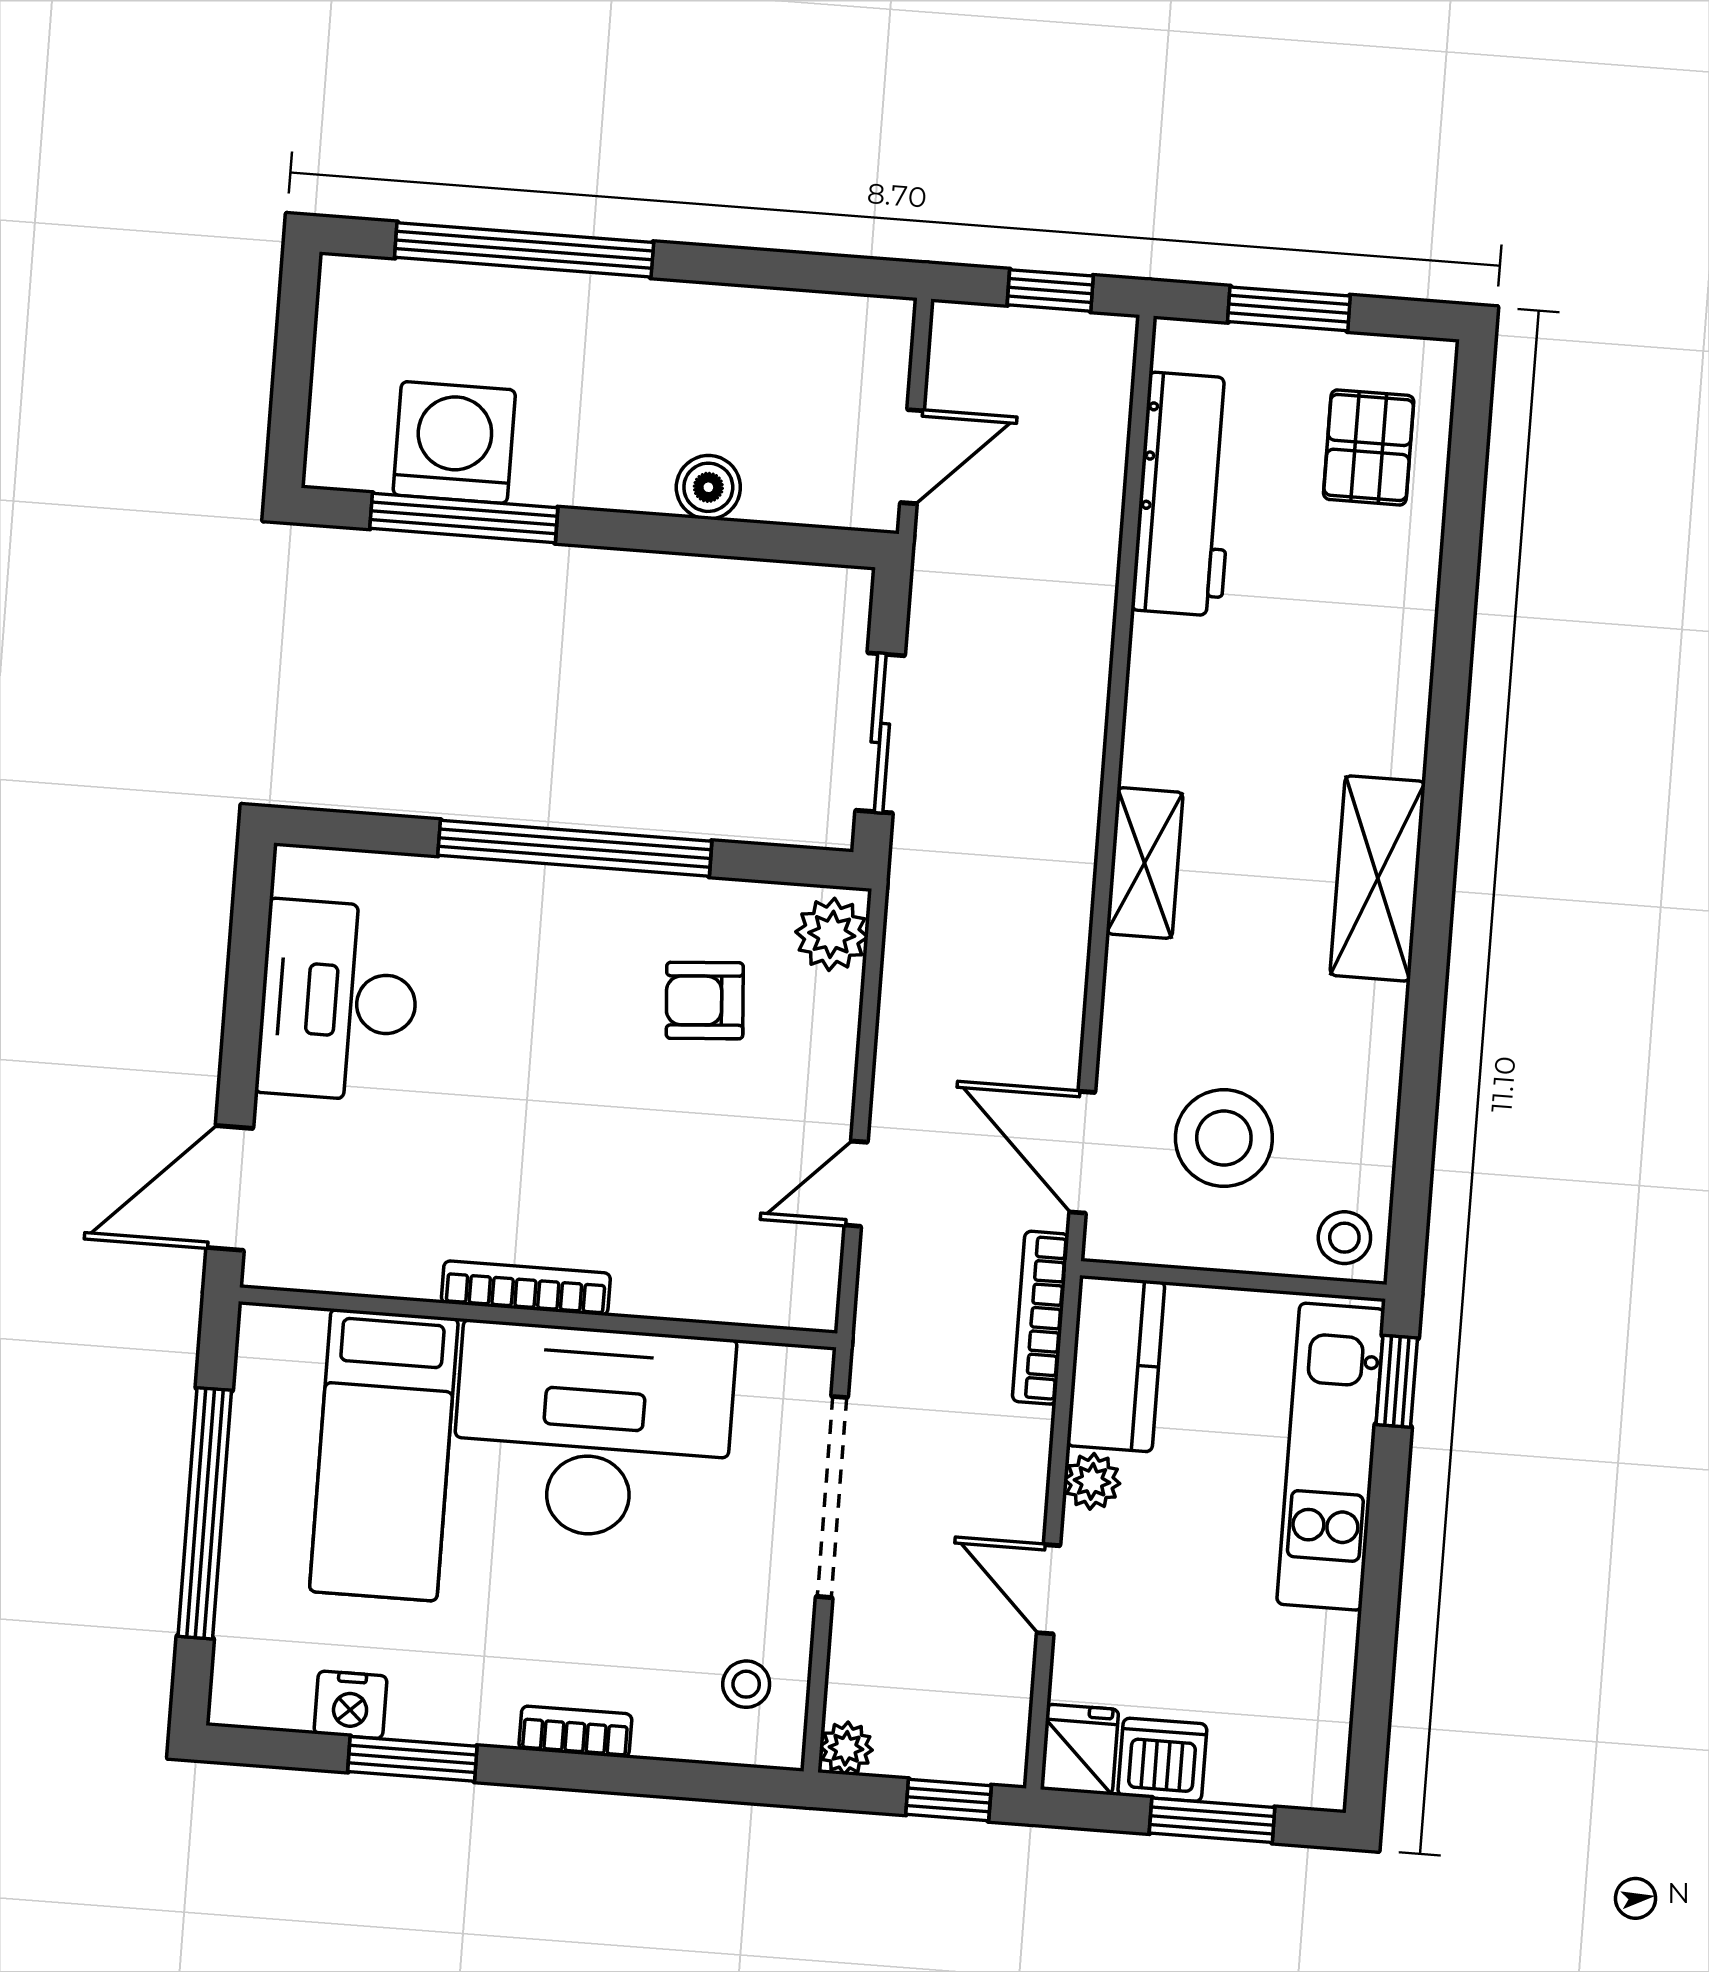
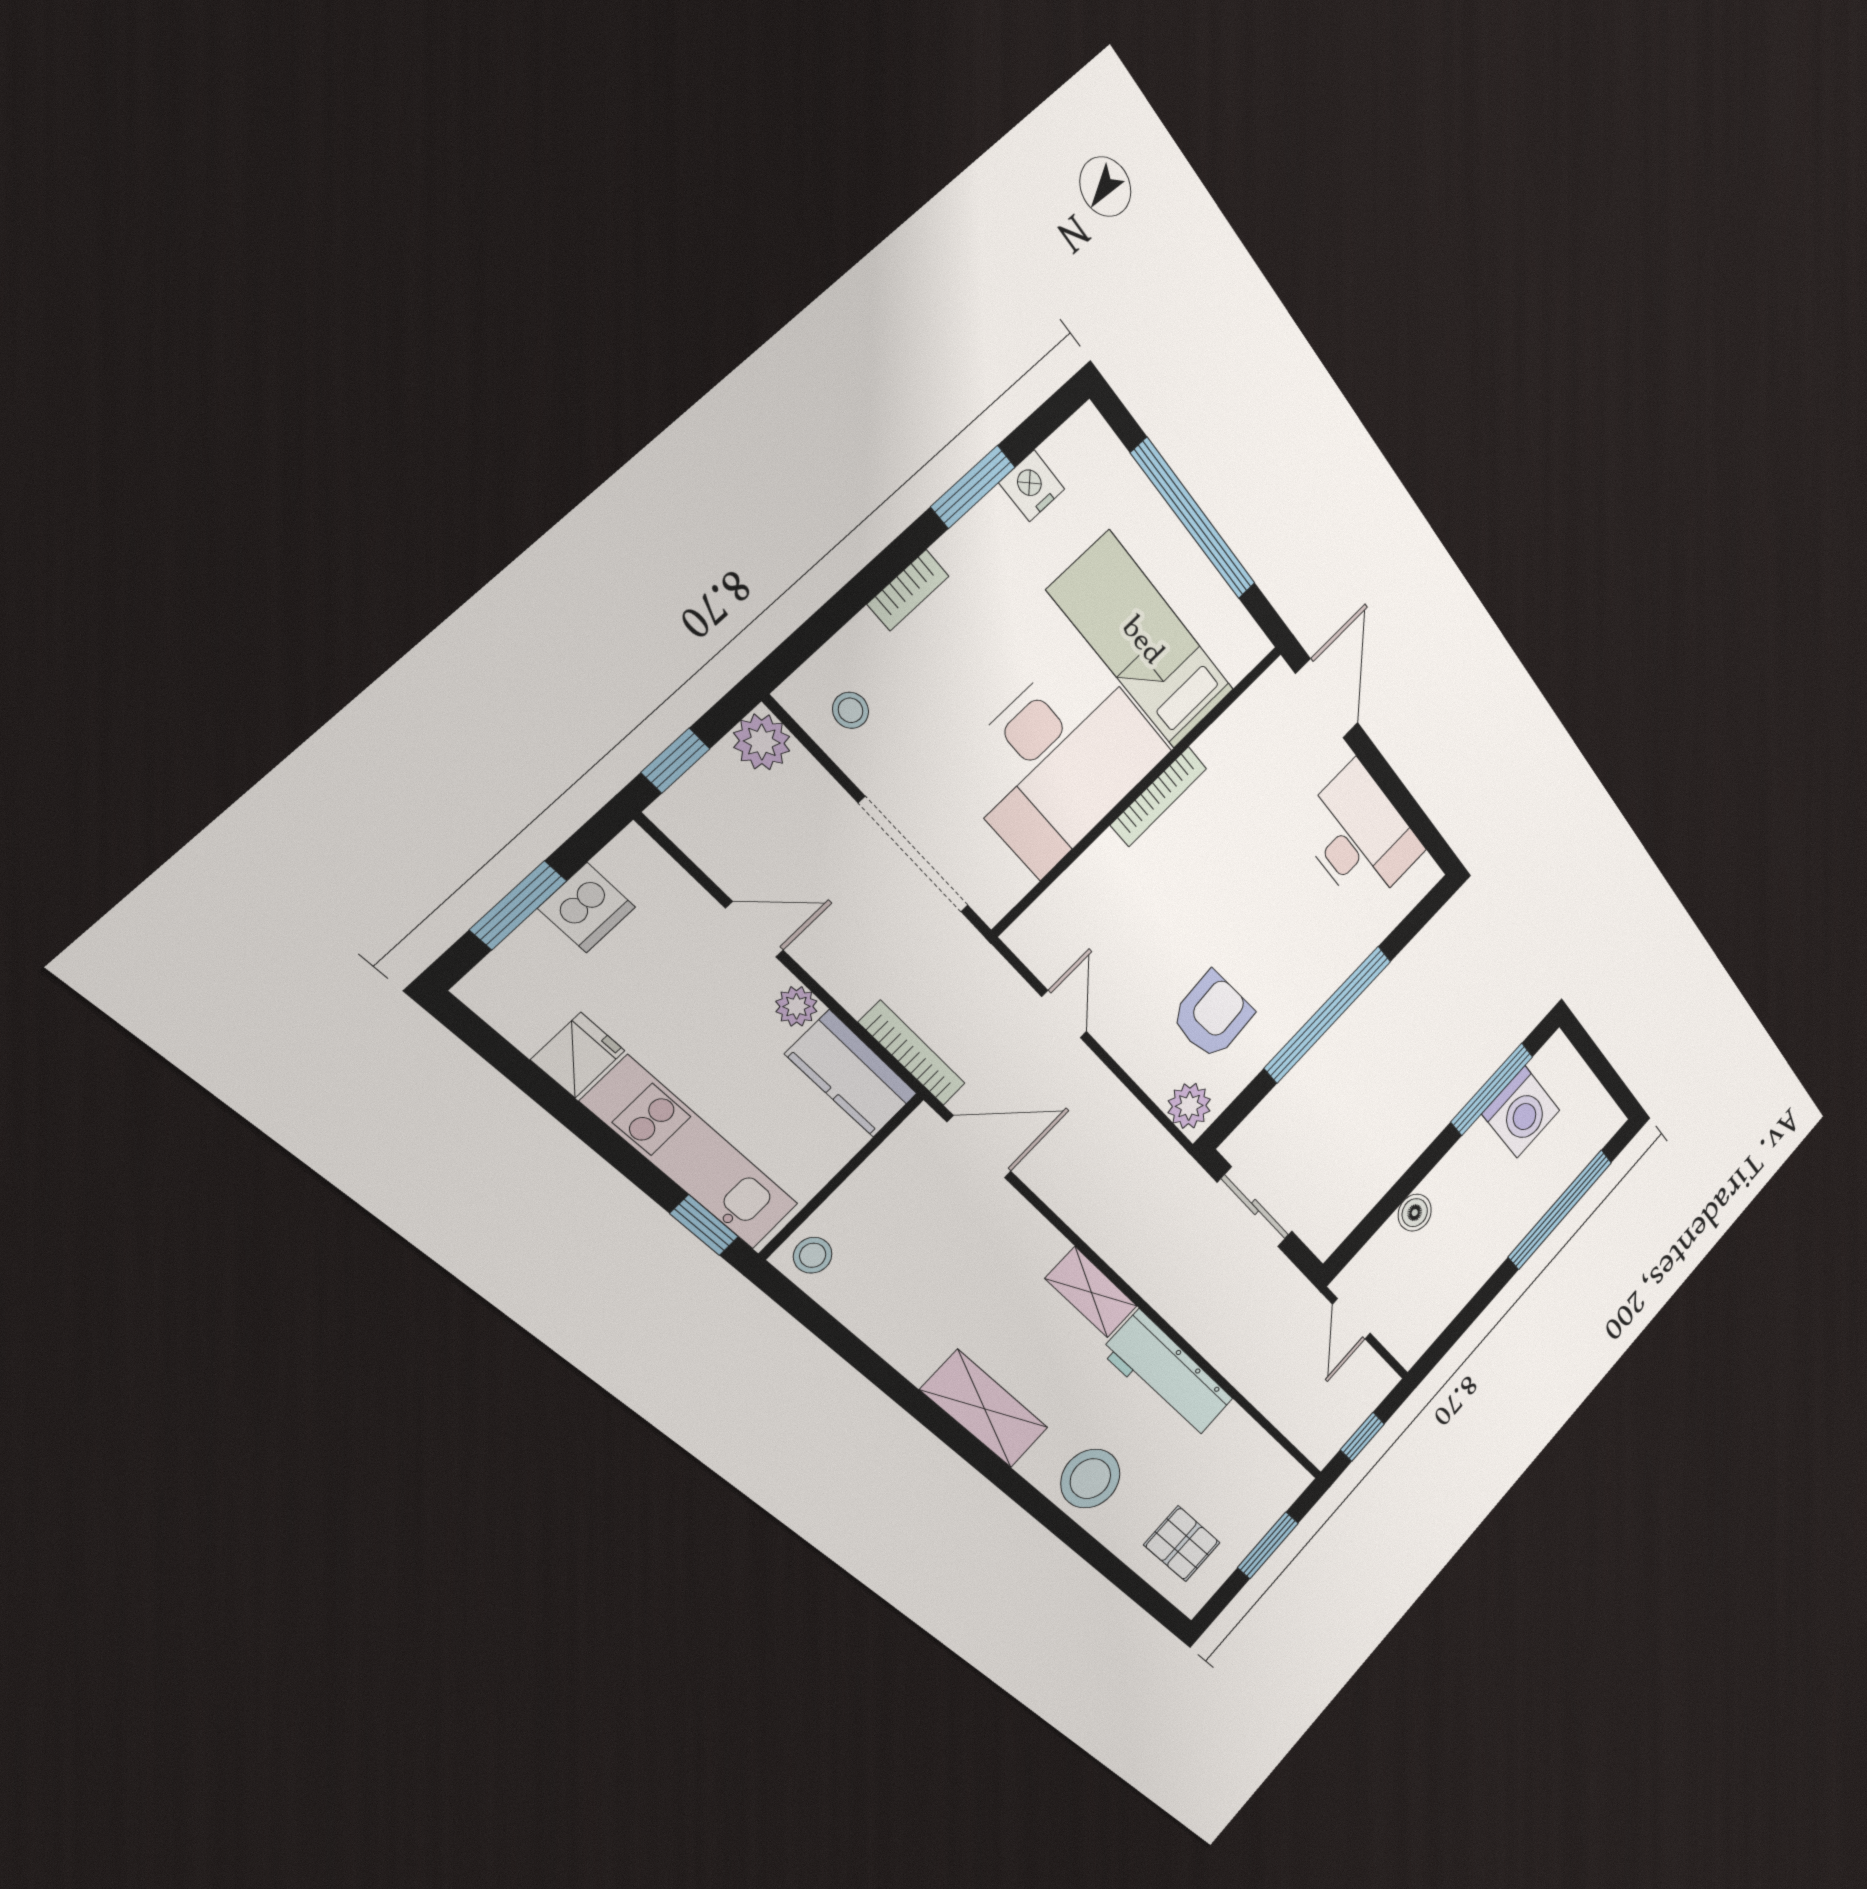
workbench: (1185, 494) -> (1168, 1375), moved
armchair: (705, 1001) -> (1212, 1015), width x1.38, depth x1.38
stool: (1224, 1138) -> (1090, 1479), moved
plant: (846, 1748) -> (762, 742), width x1.38, depth x1.38
fridge: (1079, 1749) -> (578, 1055), moved, turned -90

